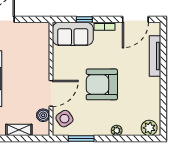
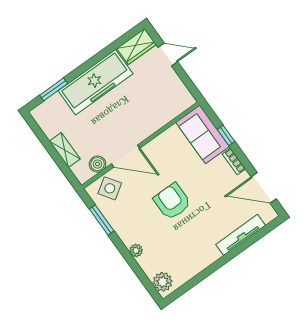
armchair: (102, 84) -> (172, 201), width x0.73, depth x0.73

